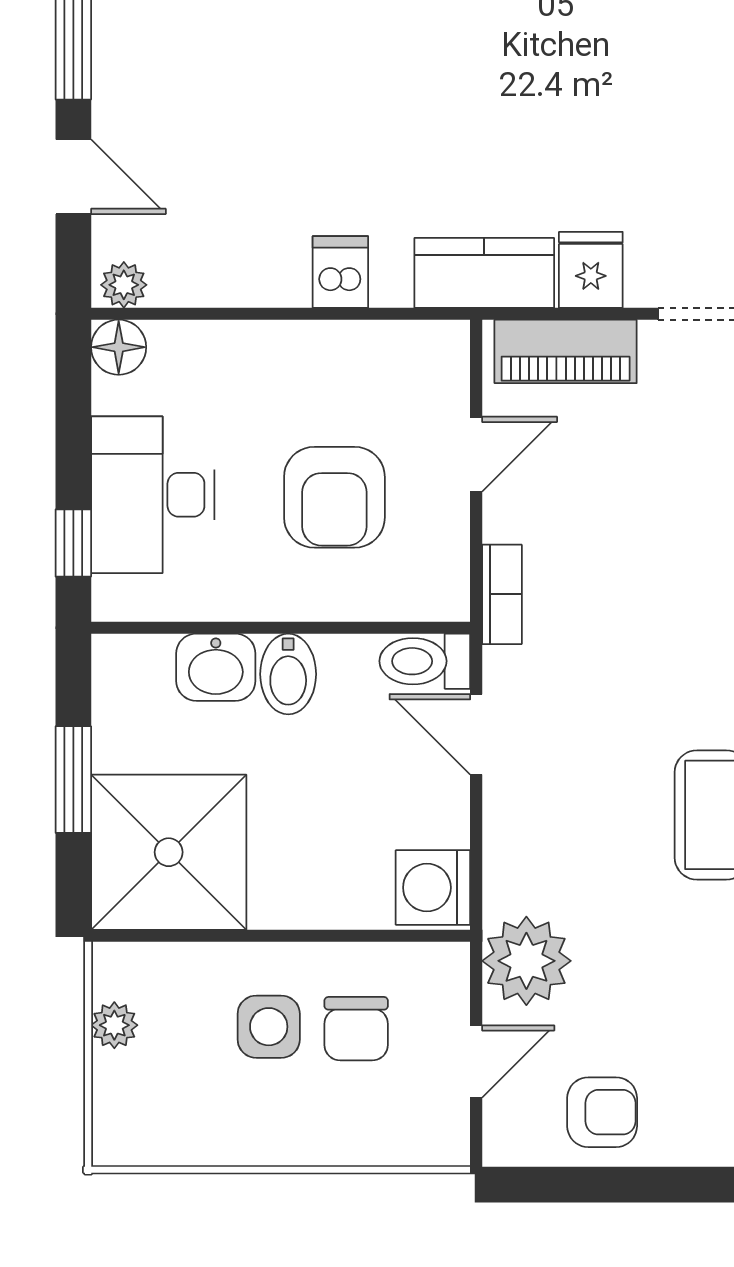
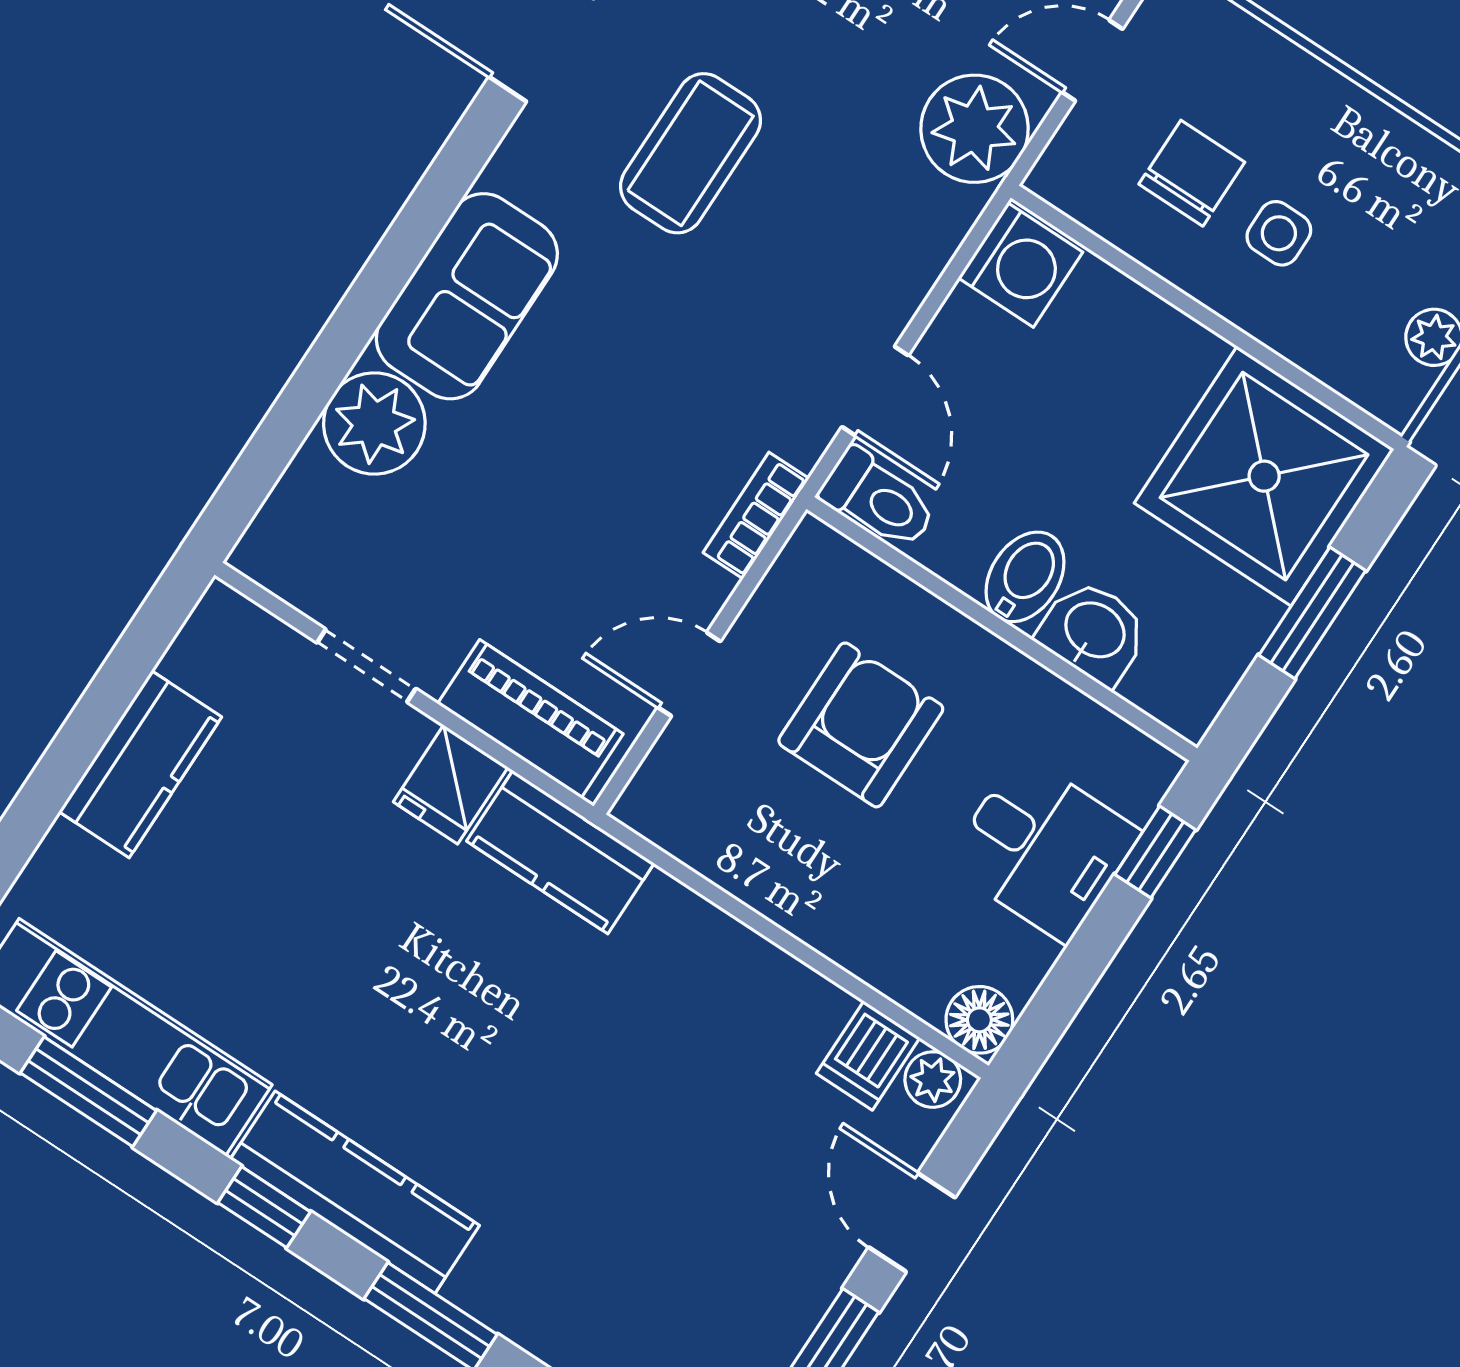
dishwasher: (340, 272) -> (868, 1056), moved
desk: (153, 495) -> (1043, 848), width x0.73
side table: (269, 1027) -> (1279, 233), width x0.73, depth x0.73

